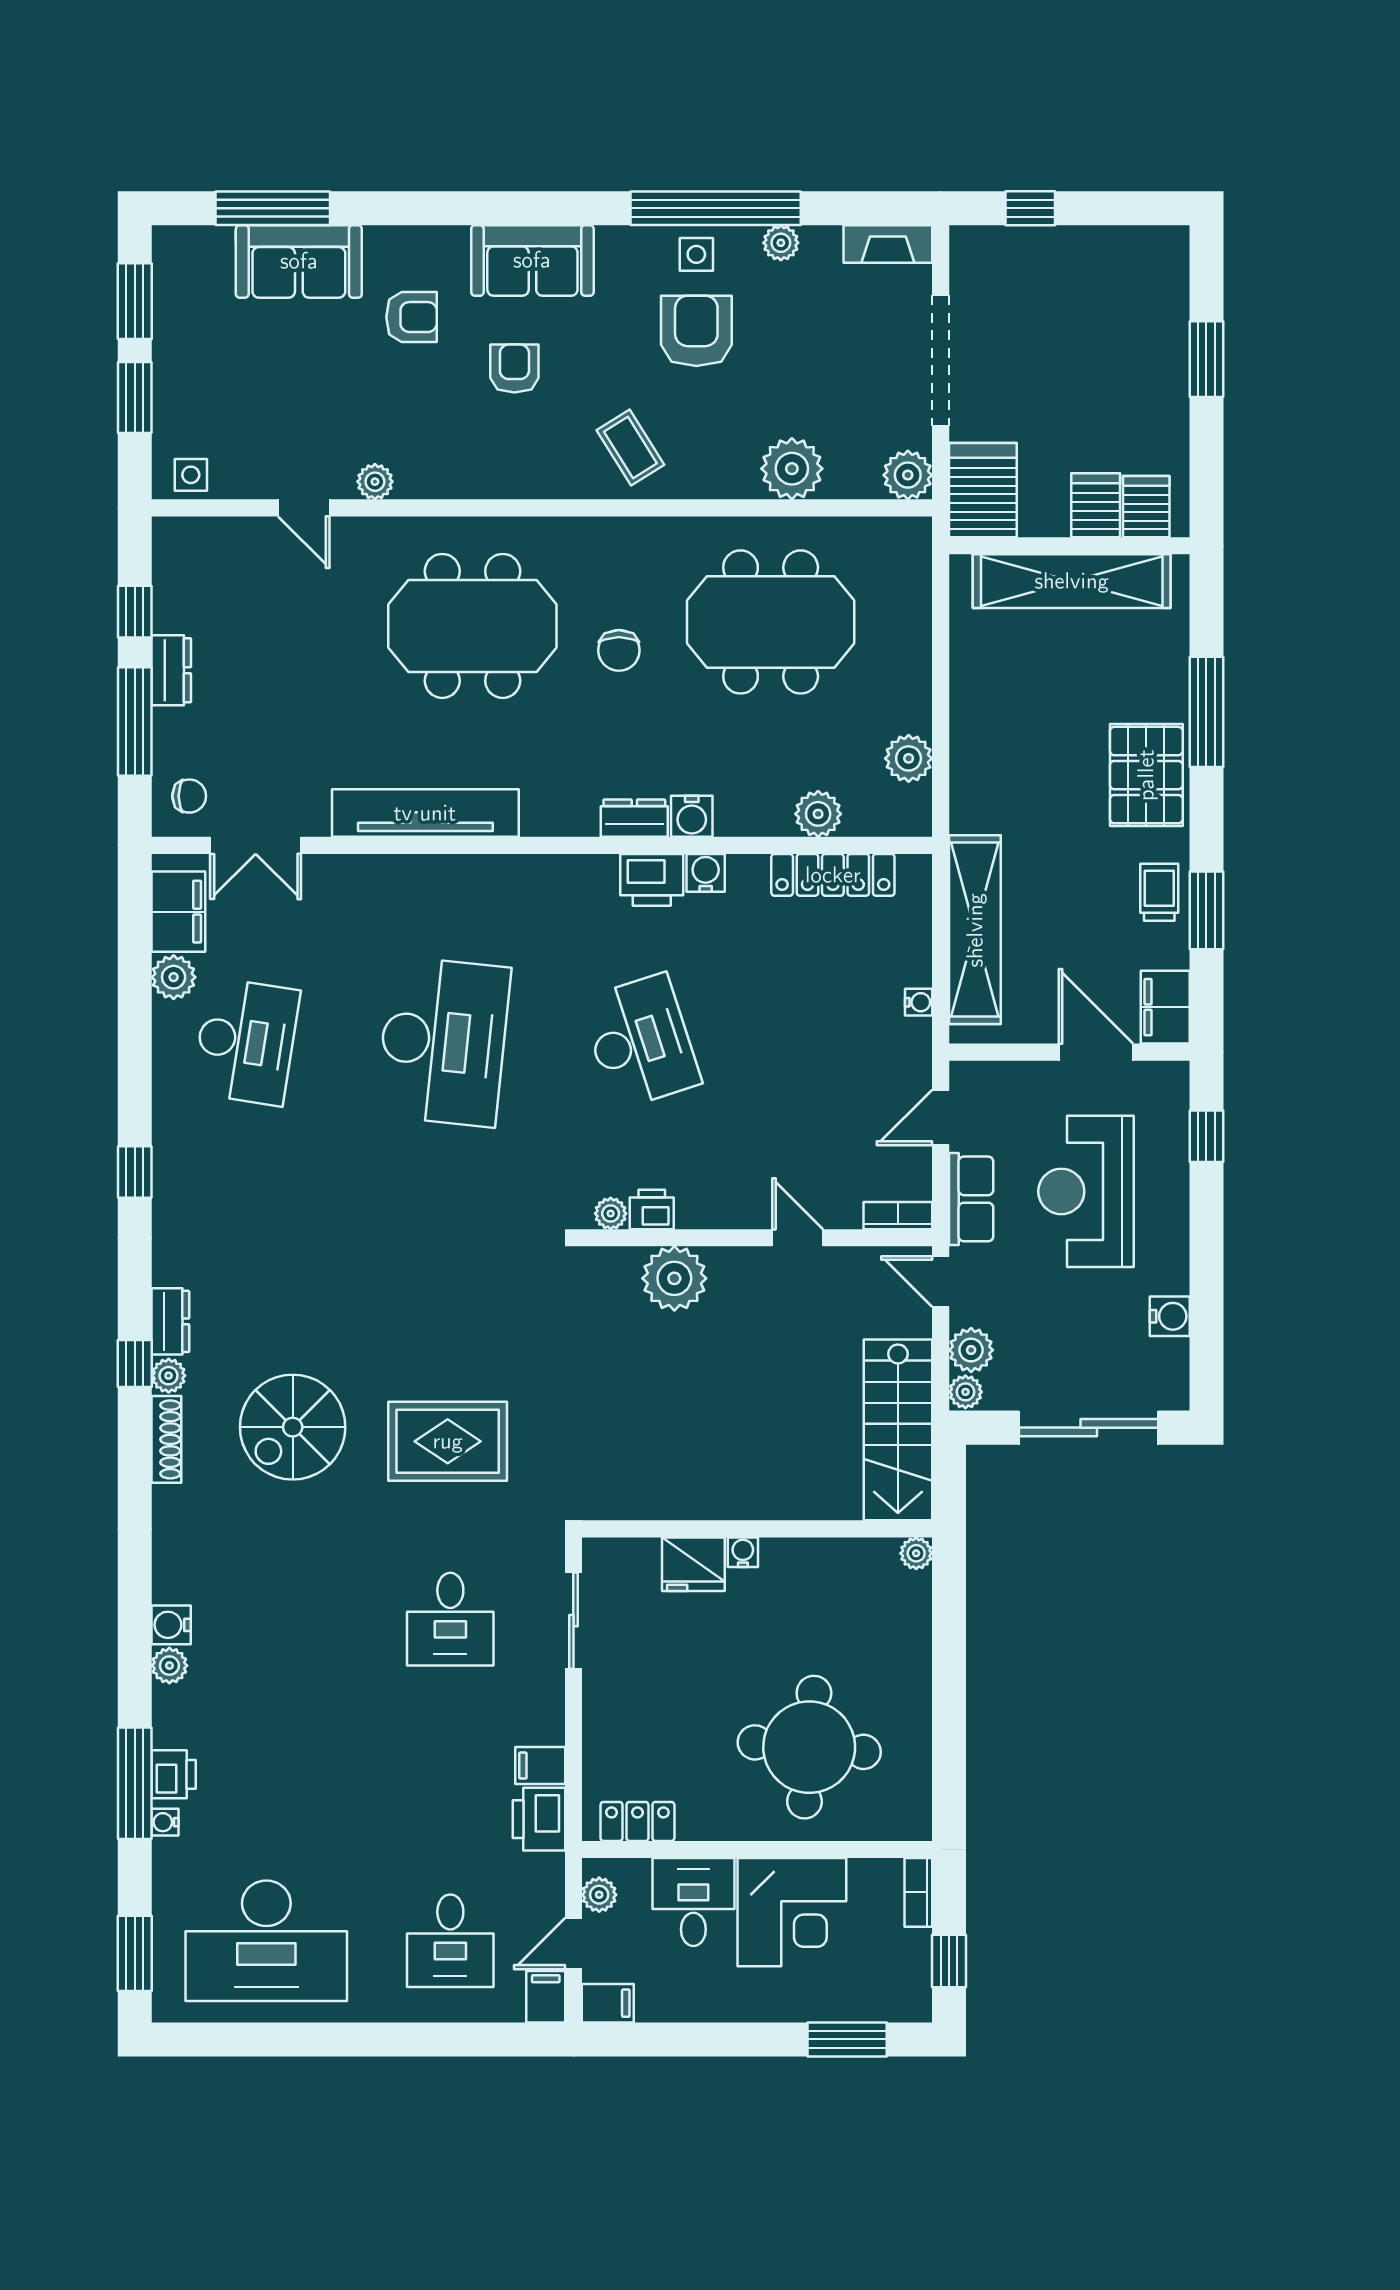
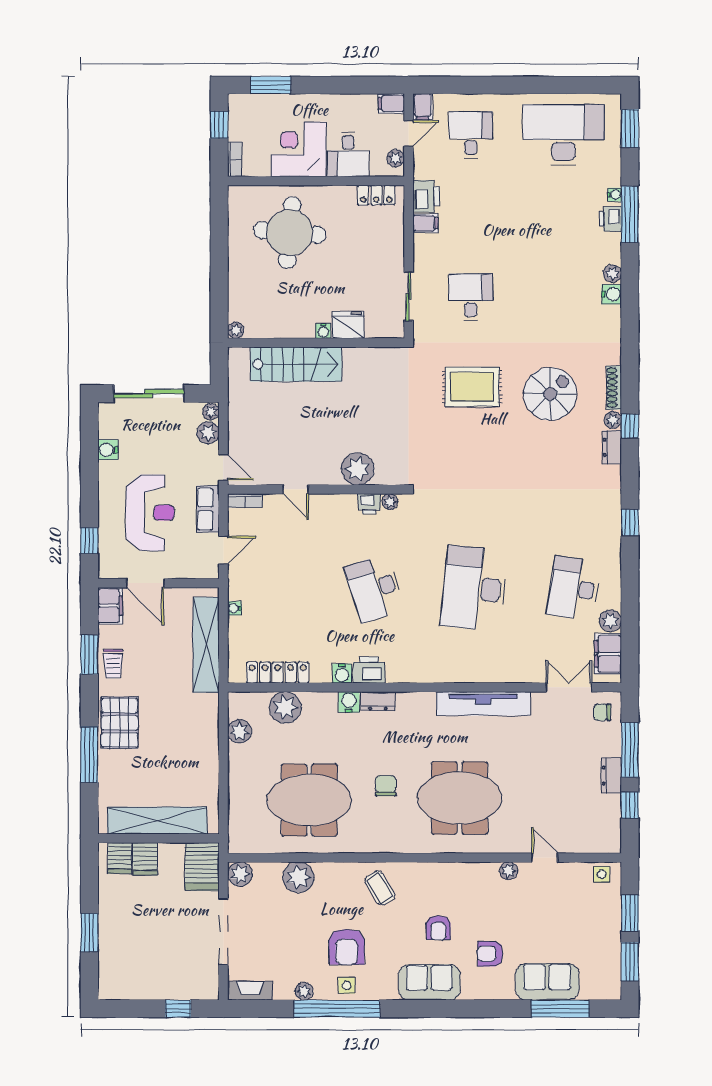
plant: (818, 814) -> (285, 707), width x1.36, depth x1.36
stairs: (898, 1430) -> (296, 364), moved, turned 90

